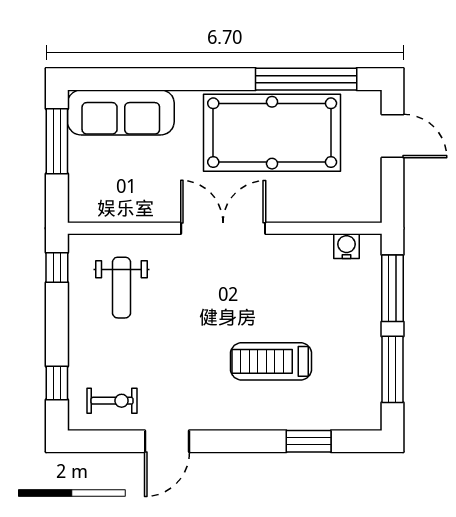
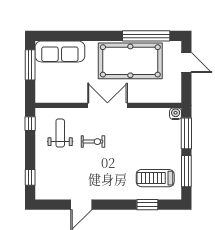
water cooler: (347, 246) -> (176, 114), moved
weight bench: (121, 288) -> (60, 133), turned 180
treadmill: (271, 361) -> (155, 178), moved
exercise bike: (112, 401) -> (93, 142), moved

